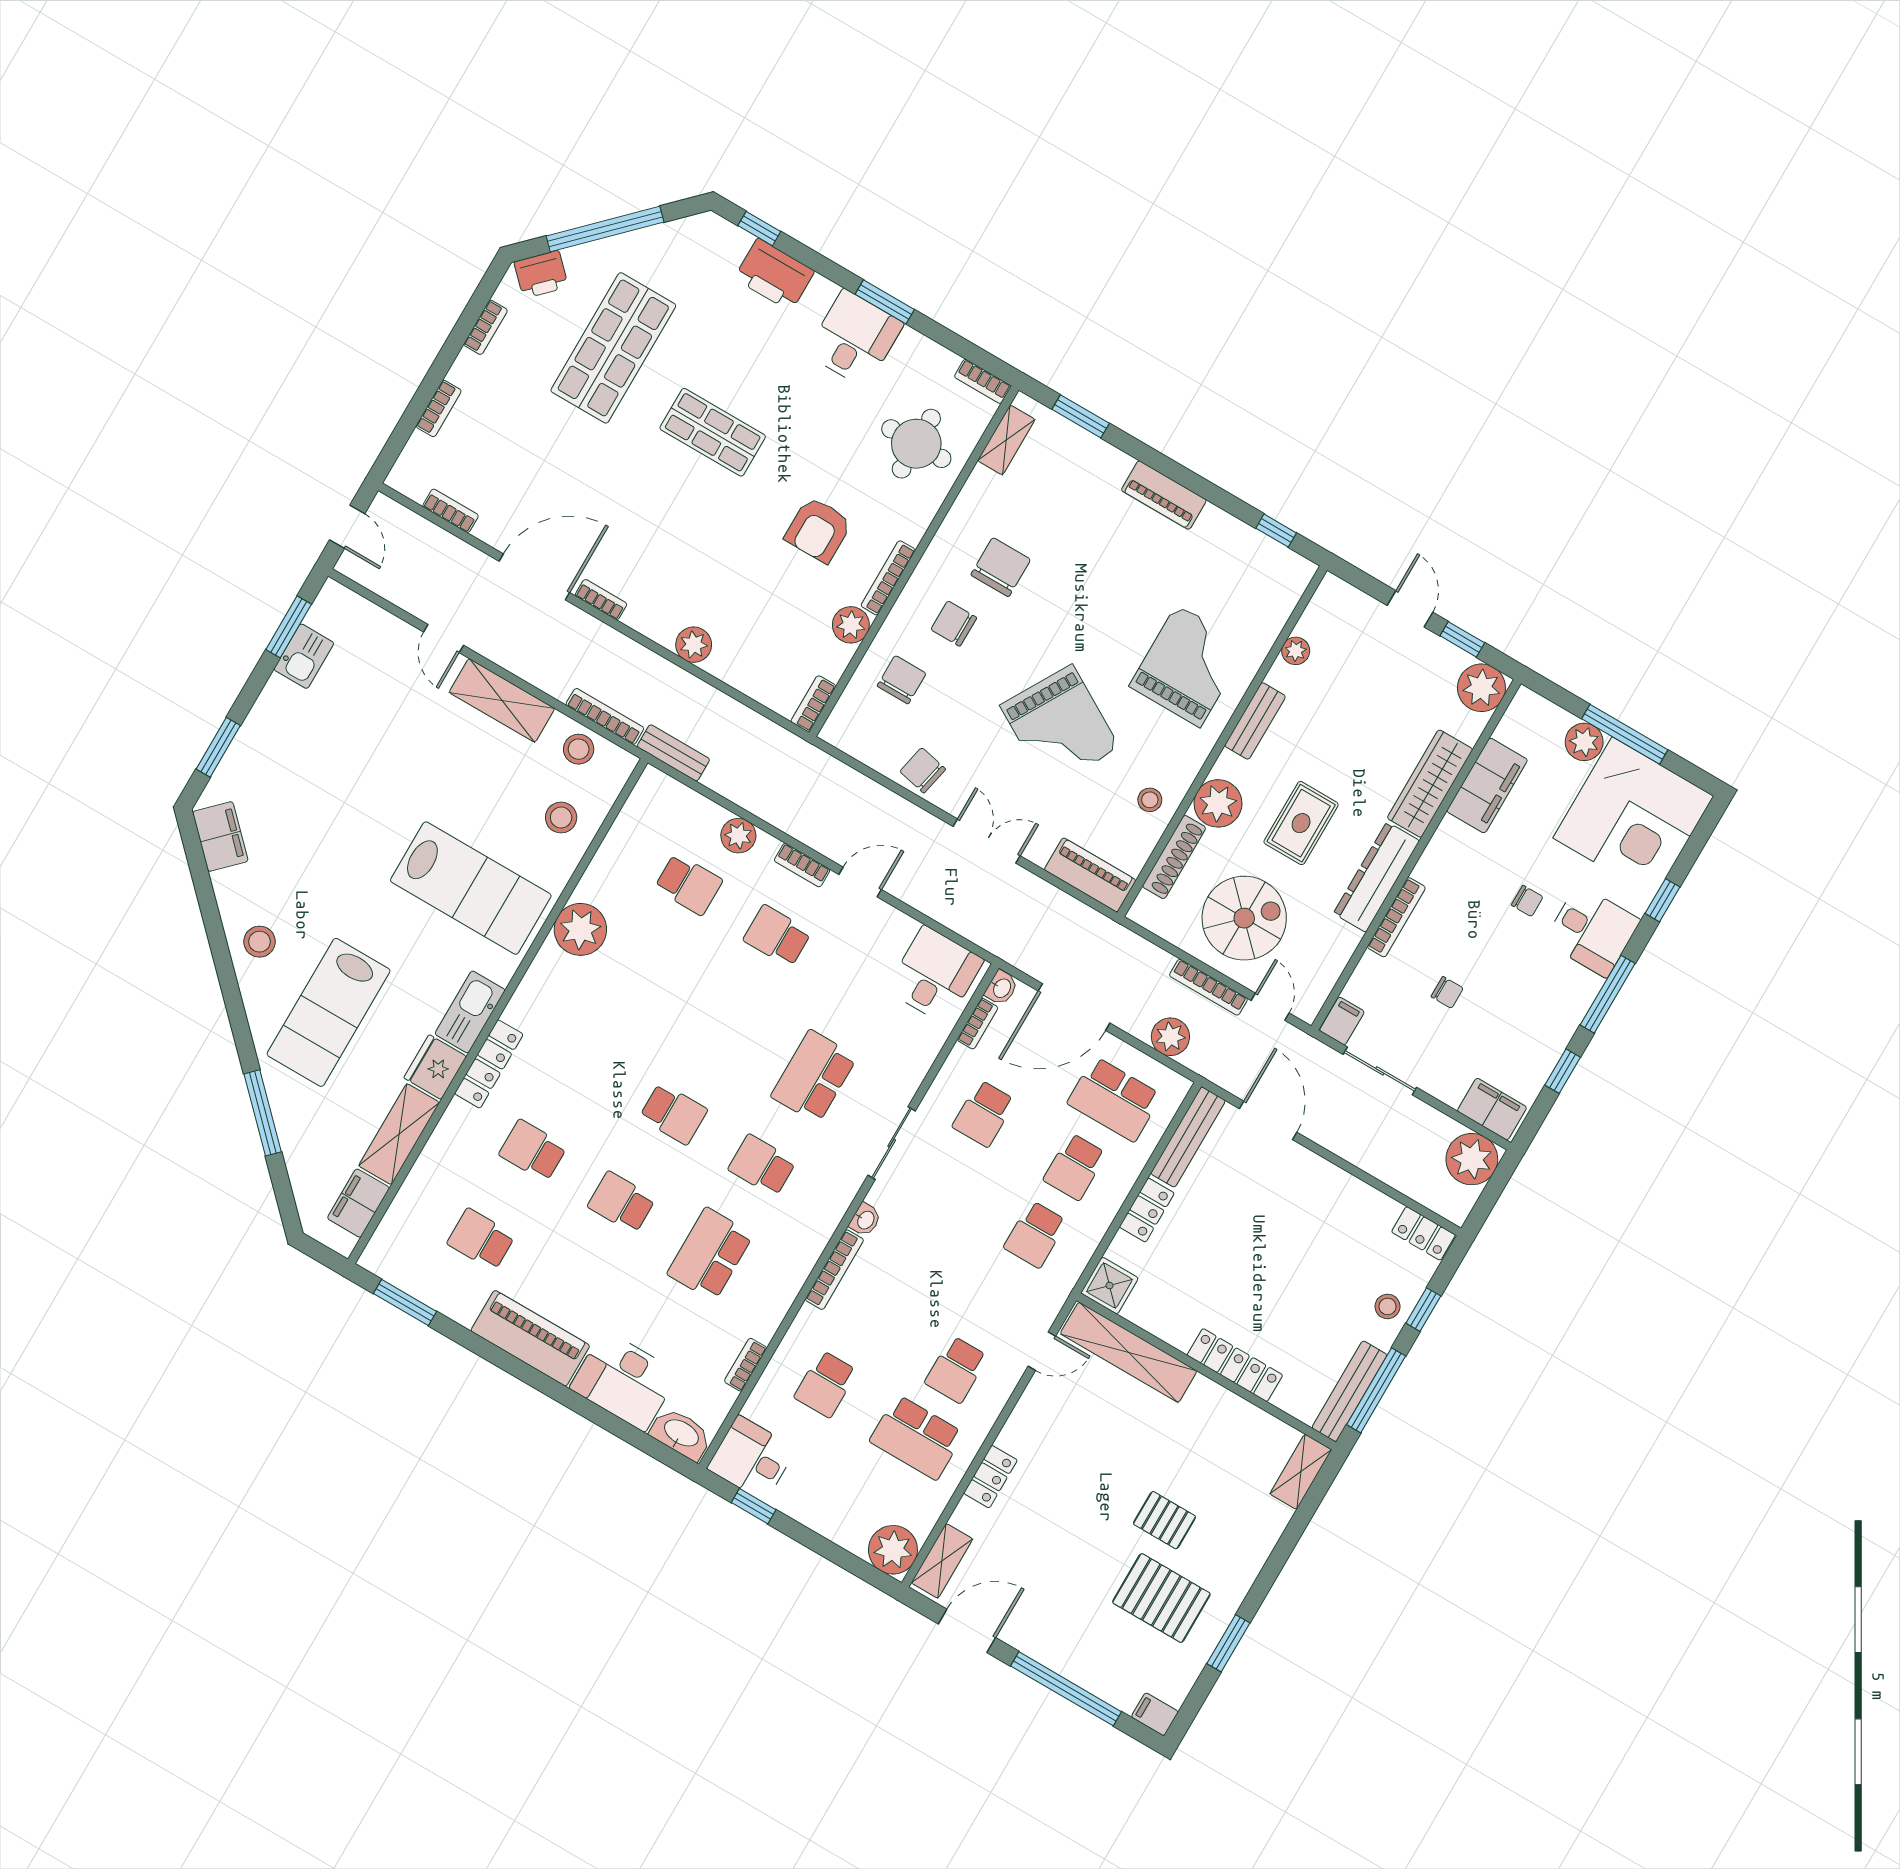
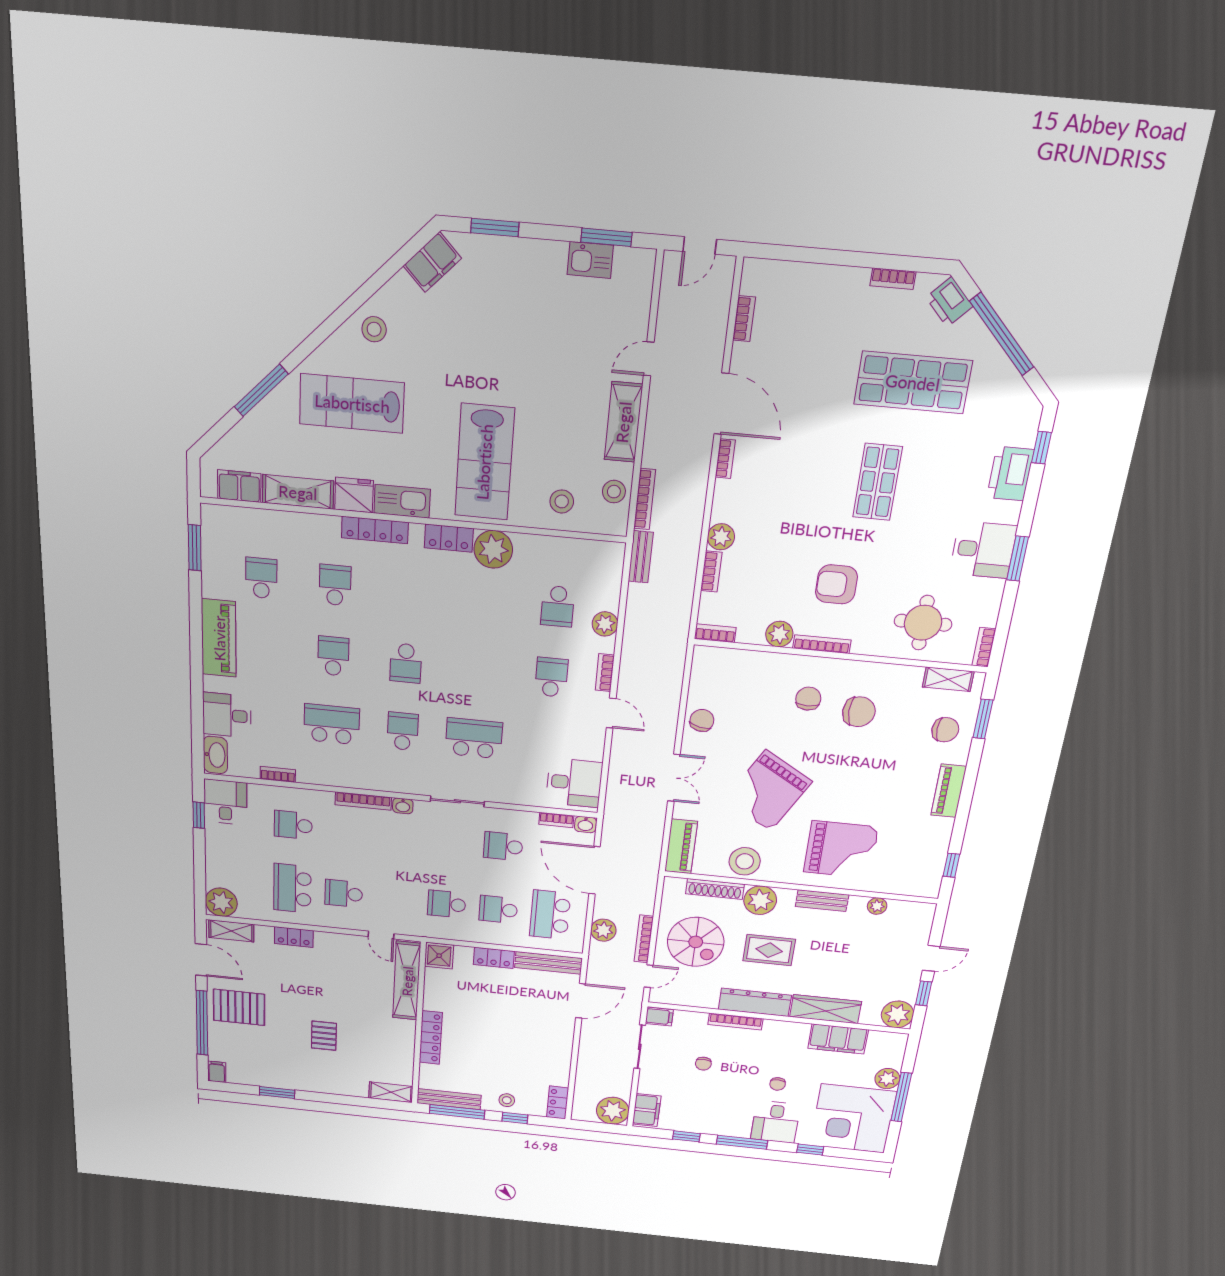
bookcase: (439, 408) -> (711, 571), moved, turned -90
chair: (902, 680) -> (945, 730), moved
stool: (1150, 800) -> (745, 861), width x1.89, depth x1.89
locker: (541, 977) -> (449, 538), added
desk: (624, 1381) -> (227, 715), width x0.73
pallet: (1161, 1598) -> (239, 1007), moved, turned 90

